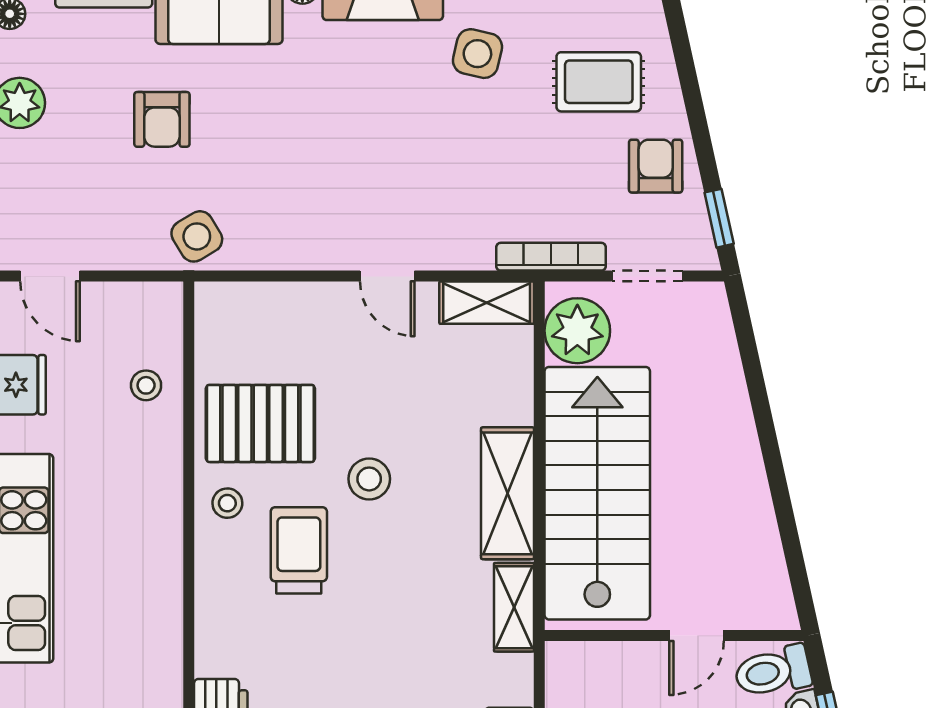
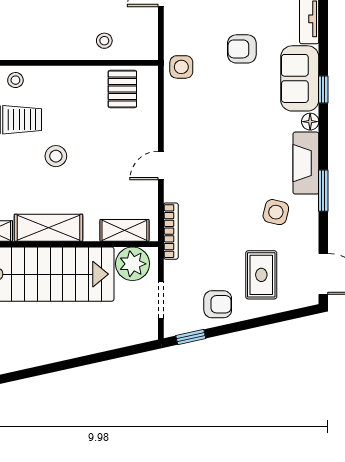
side table: (197, 236) -> (181, 67), turned 31
bookcase: (551, 257) -> (171, 231), moved
shelving: (487, 303) -> (124, 230), moved, turned 90
pallet: (260, 423) -> (122, 89), moved, width x0.67, depth x0.71
stool: (227, 503) -> (15, 80), moved

